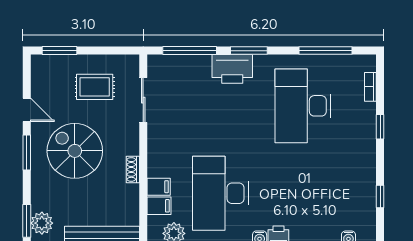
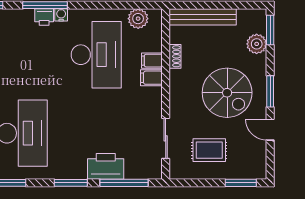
printer: (232, 69) -> (106, 166), moved
shoe rack: (133, 169) -> (175, 56), moved
filing cabinet: (159, 206) -> (151, 78), moved
plant: (42, 223) -> (257, 44), moved

